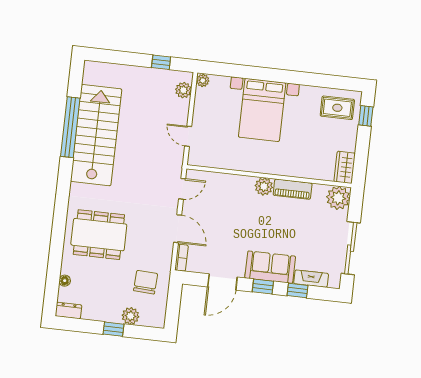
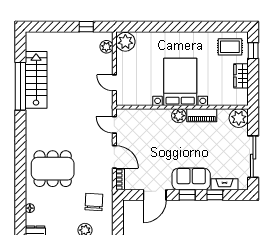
plant: (203, 80) -> (125, 42), width x1.88, depth x1.88
bed with nightstands: (262, 110) -> (180, 82), moved, turned 180
stairs: (96, 135) -> (36, 80), width x0.73, depth x0.66
wardrobe: (345, 167) -> (241, 76), moved
door: (182, 189) -> (114, 125), swing flipped

